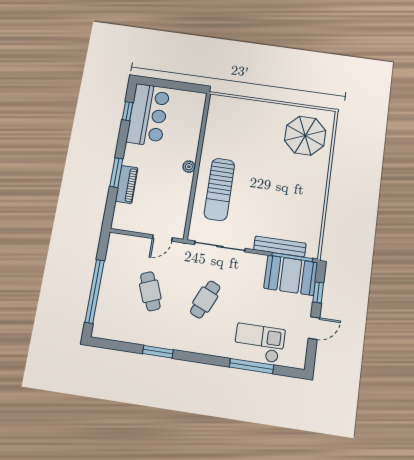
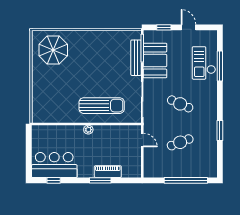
booth: (291, 275) -> (155, 61), moved

